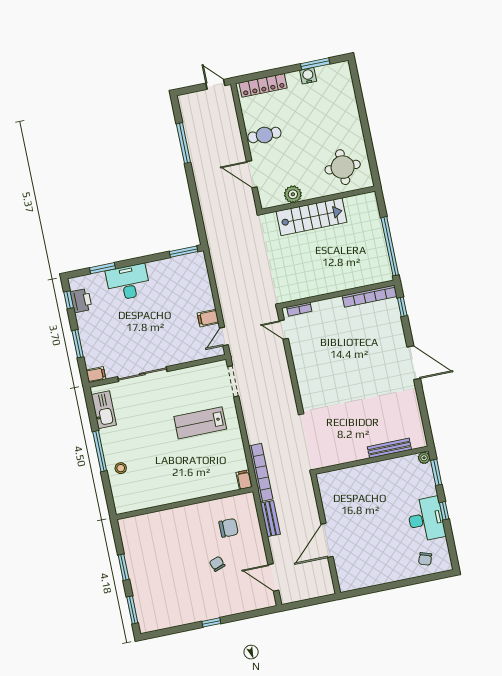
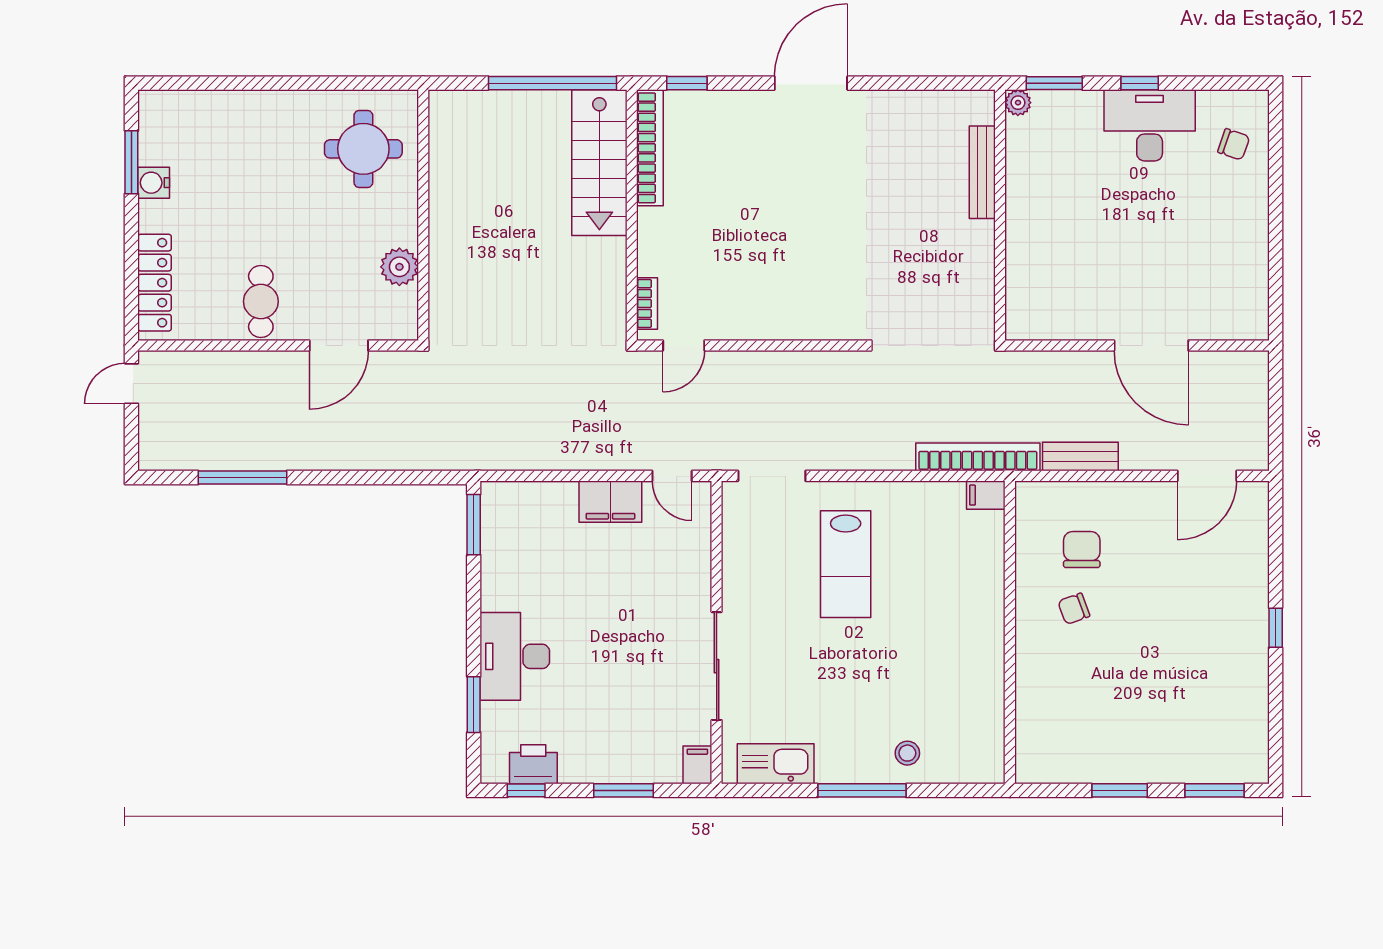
stairs: (312, 217) -> (599, 163), moved, turned 180
filing cabinet: (208, 318) -> (610, 502), width x2.00
chair: (217, 564) -> (1074, 609), moved

